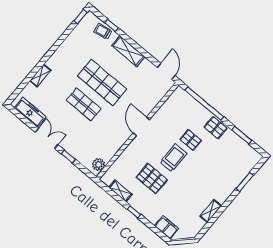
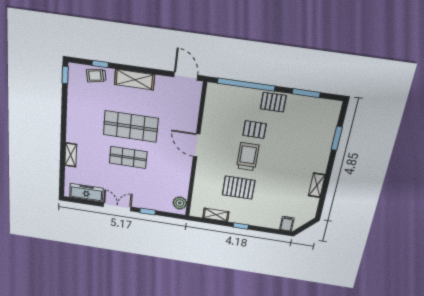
filing cabinet: (167, 227) -> (287, 224), width x0.50

